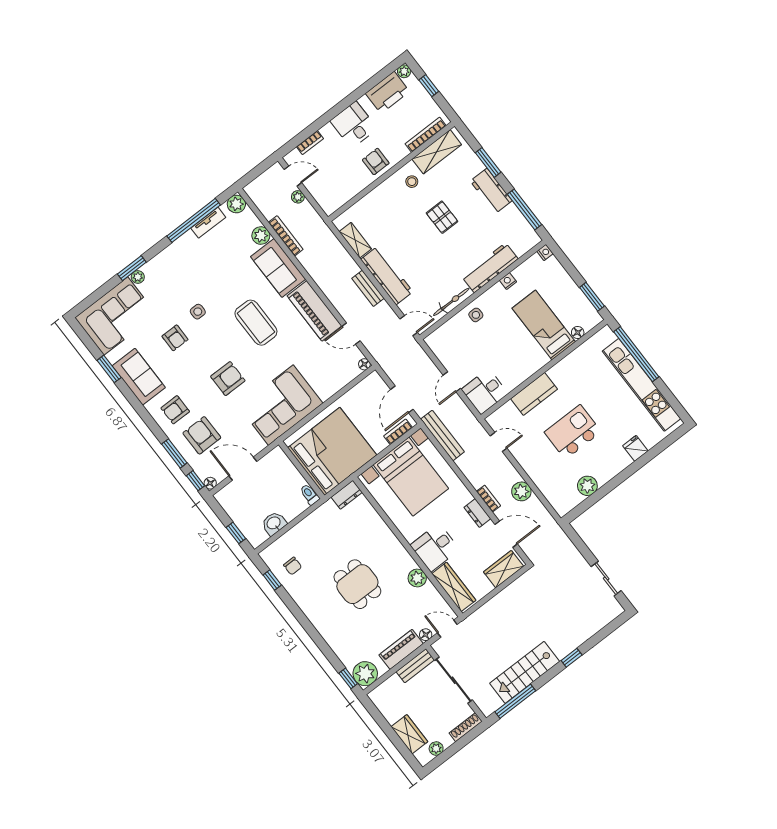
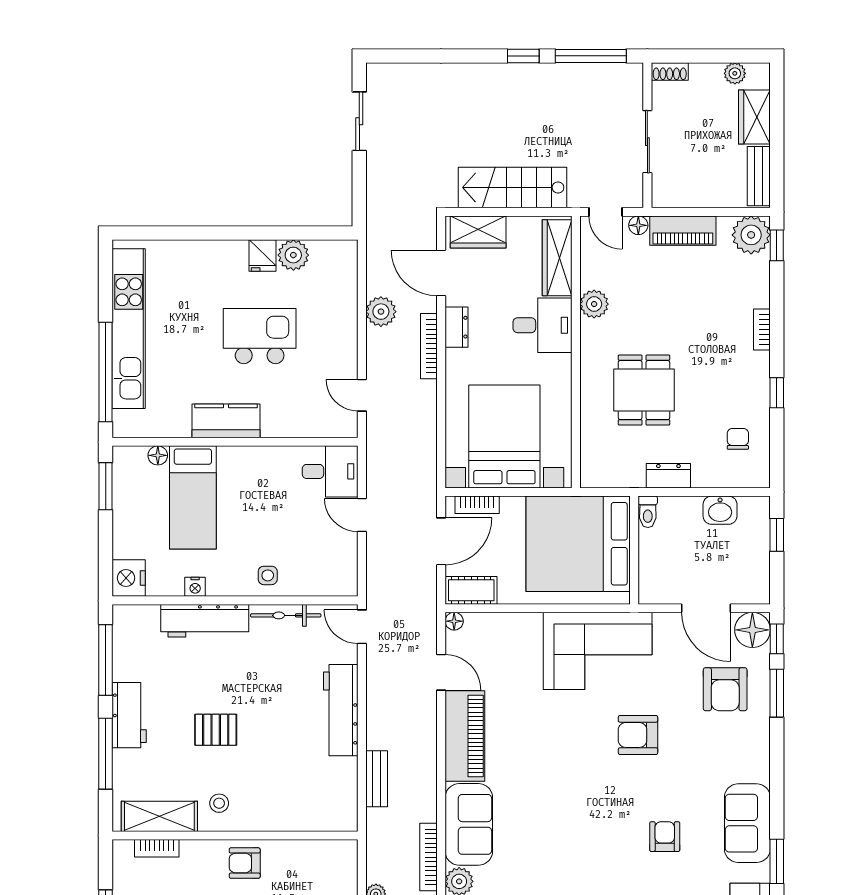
bookcase: (426, 135) -> (157, 848), width x0.64
armchair: (376, 161) -> (245, 863), turned 90
window: (488, 162) -> (106, 754), width x1.44
pallet: (442, 217) -> (216, 730), turned 90
shelving: (355, 240) -> (346, 785), removed
nightstand: (545, 252) -> (129, 578), width x1.89, depth x1.79
bench: (368, 288) -> (377, 779), moved
side table: (198, 312) -> (611, 847), removed
coffee table: (256, 323) -> (549, 778), removed
door: (452, 382) -> (362, 515), swing flipped
cot: (368, 386) -> (471, 590), added
kitchen counter: (534, 394) -> (226, 421), moved
armchair: (175, 410) -> (734, 747), removed
kitchen island: (573, 432) -> (260, 336), turned 180
bench: (442, 436) -> (426, 457), removed
fridge: (635, 448) -> (262, 255), moved
floor lamp: (210, 483) -> (752, 630), width x1.89, depth x1.89
dresser: (347, 495) -> (668, 476), moved
bookcase: (488, 499) -> (429, 346), width x1.56
window: (272, 580) -> (777, 393), moved
dining table: (357, 584) -> (644, 390), moved
bookcase: (323, 630) -> (762, 329), added
window: (572, 658) -> (523, 56), moved
bench: (415, 666) -> (759, 176), moved, turned 90
stairs: (525, 672) -> (512, 187), moved, turned 180
sliding door: (454, 680) -> (647, 142), width x0.73
shoe rack: (466, 727) -> (670, 71), width x0.70

